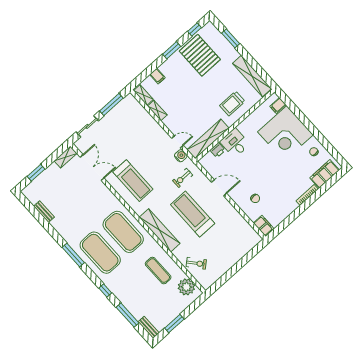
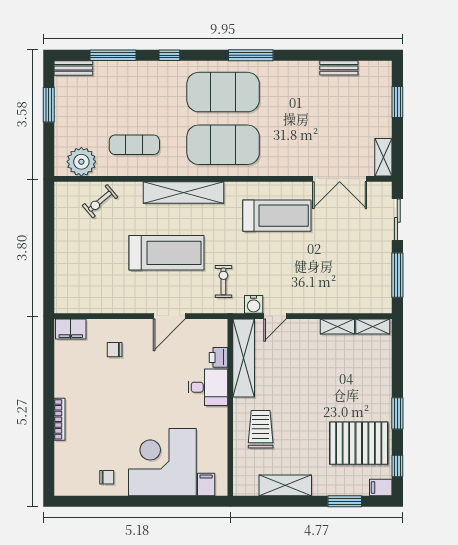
filing cabinet: (157, 76) -> (381, 488), moved
shelving: (252, 76) -> (285, 485), width x0.68
filing cabinet: (325, 174) -> (66, 465), removed
treadmill: (133, 181) -> (277, 216), turned 180

